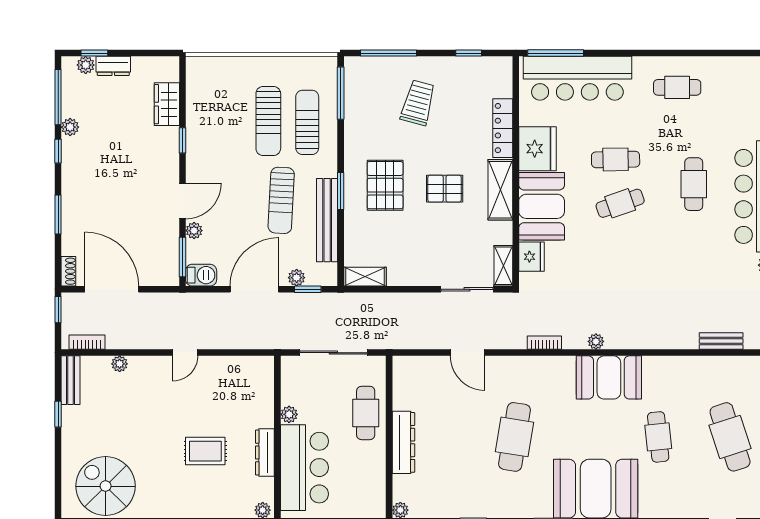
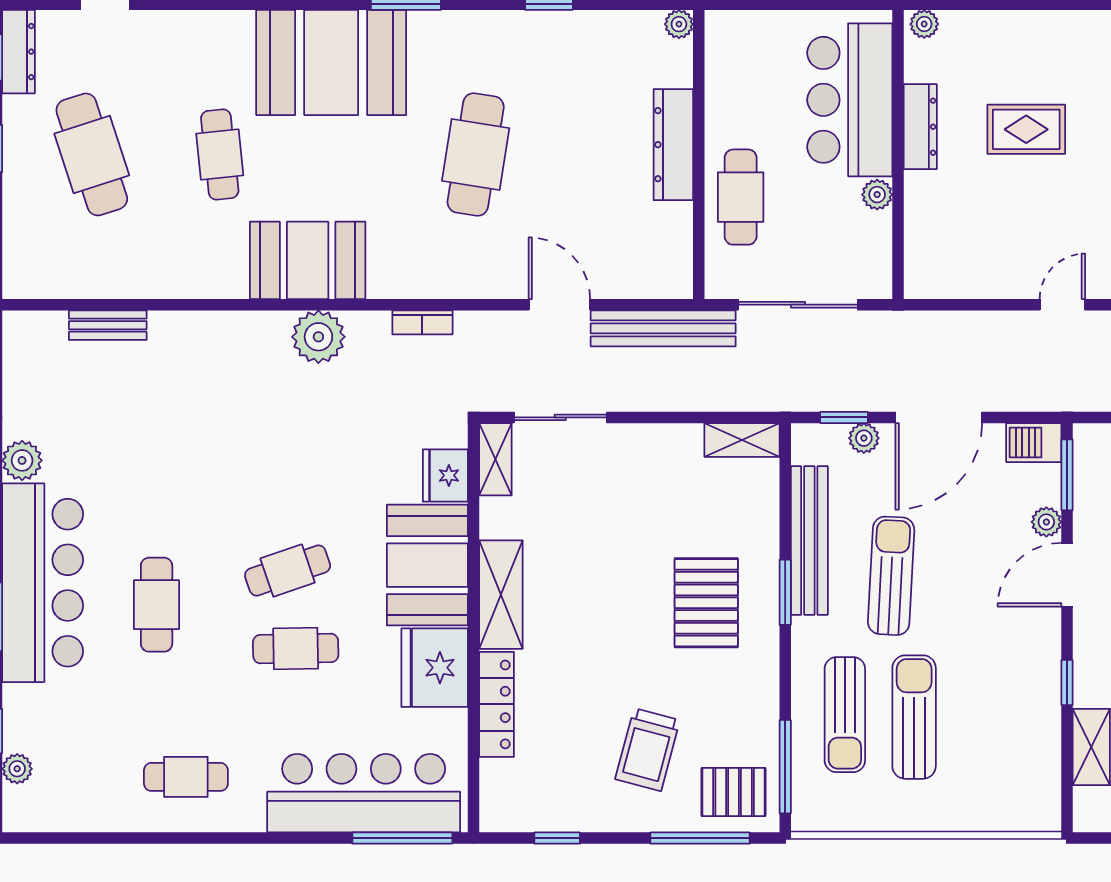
pallet: (445, 189) -> (734, 792), moved
bench: (409, 339) -> (663, 328), added
plant: (596, 341) -> (318, 337), width x1.88, depth x1.88

